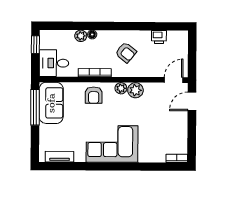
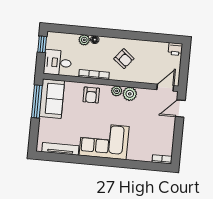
printer: (159, 37) -> (175, 49), moved
tv unit: (59, 157) -> (60, 149), width x1.41

